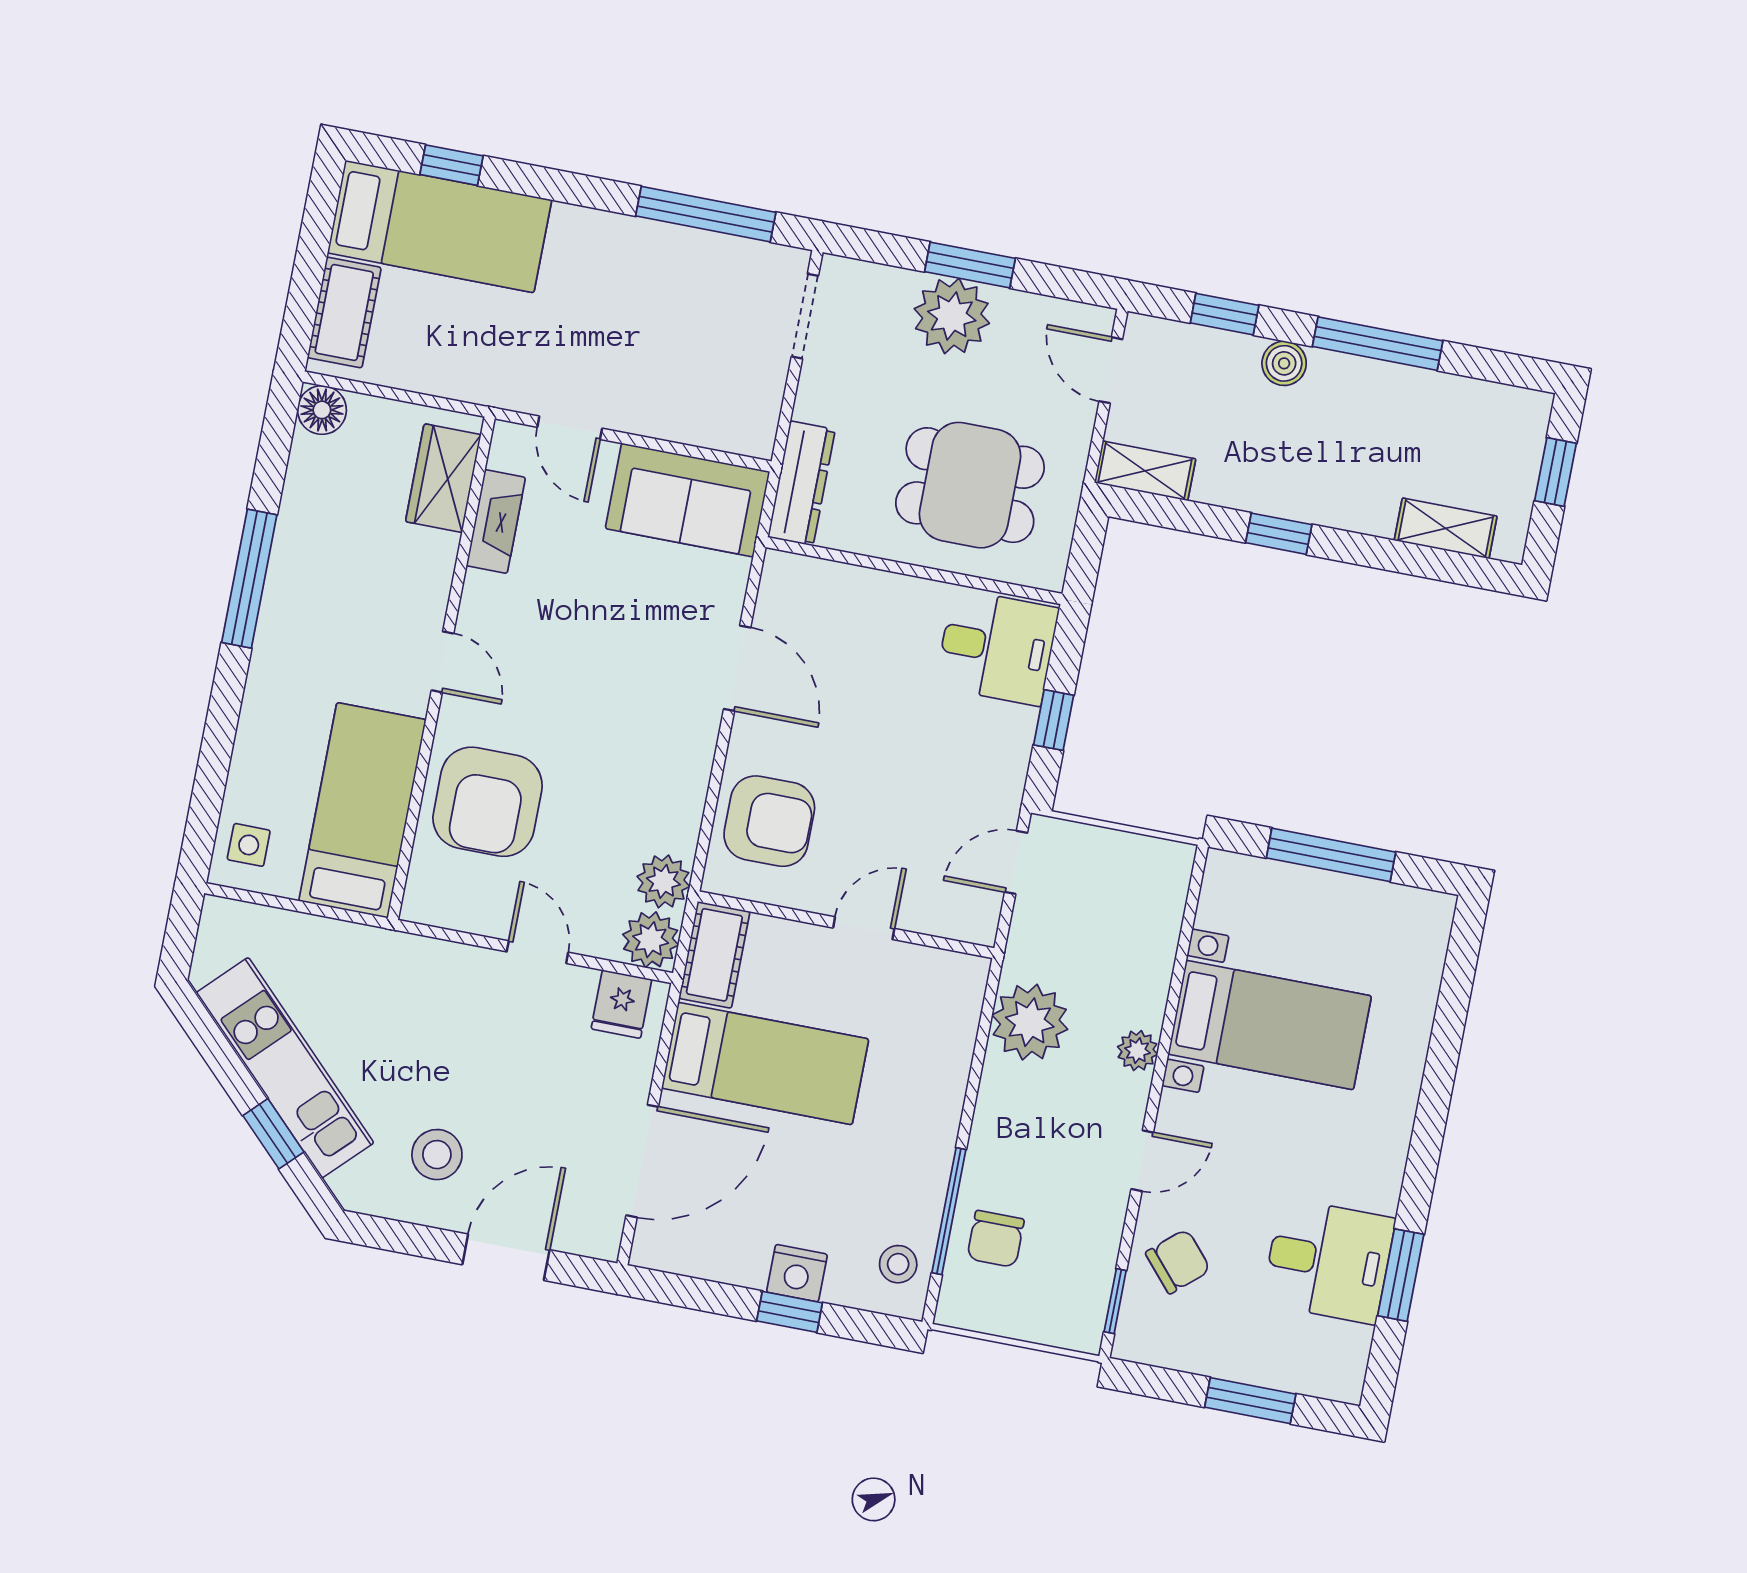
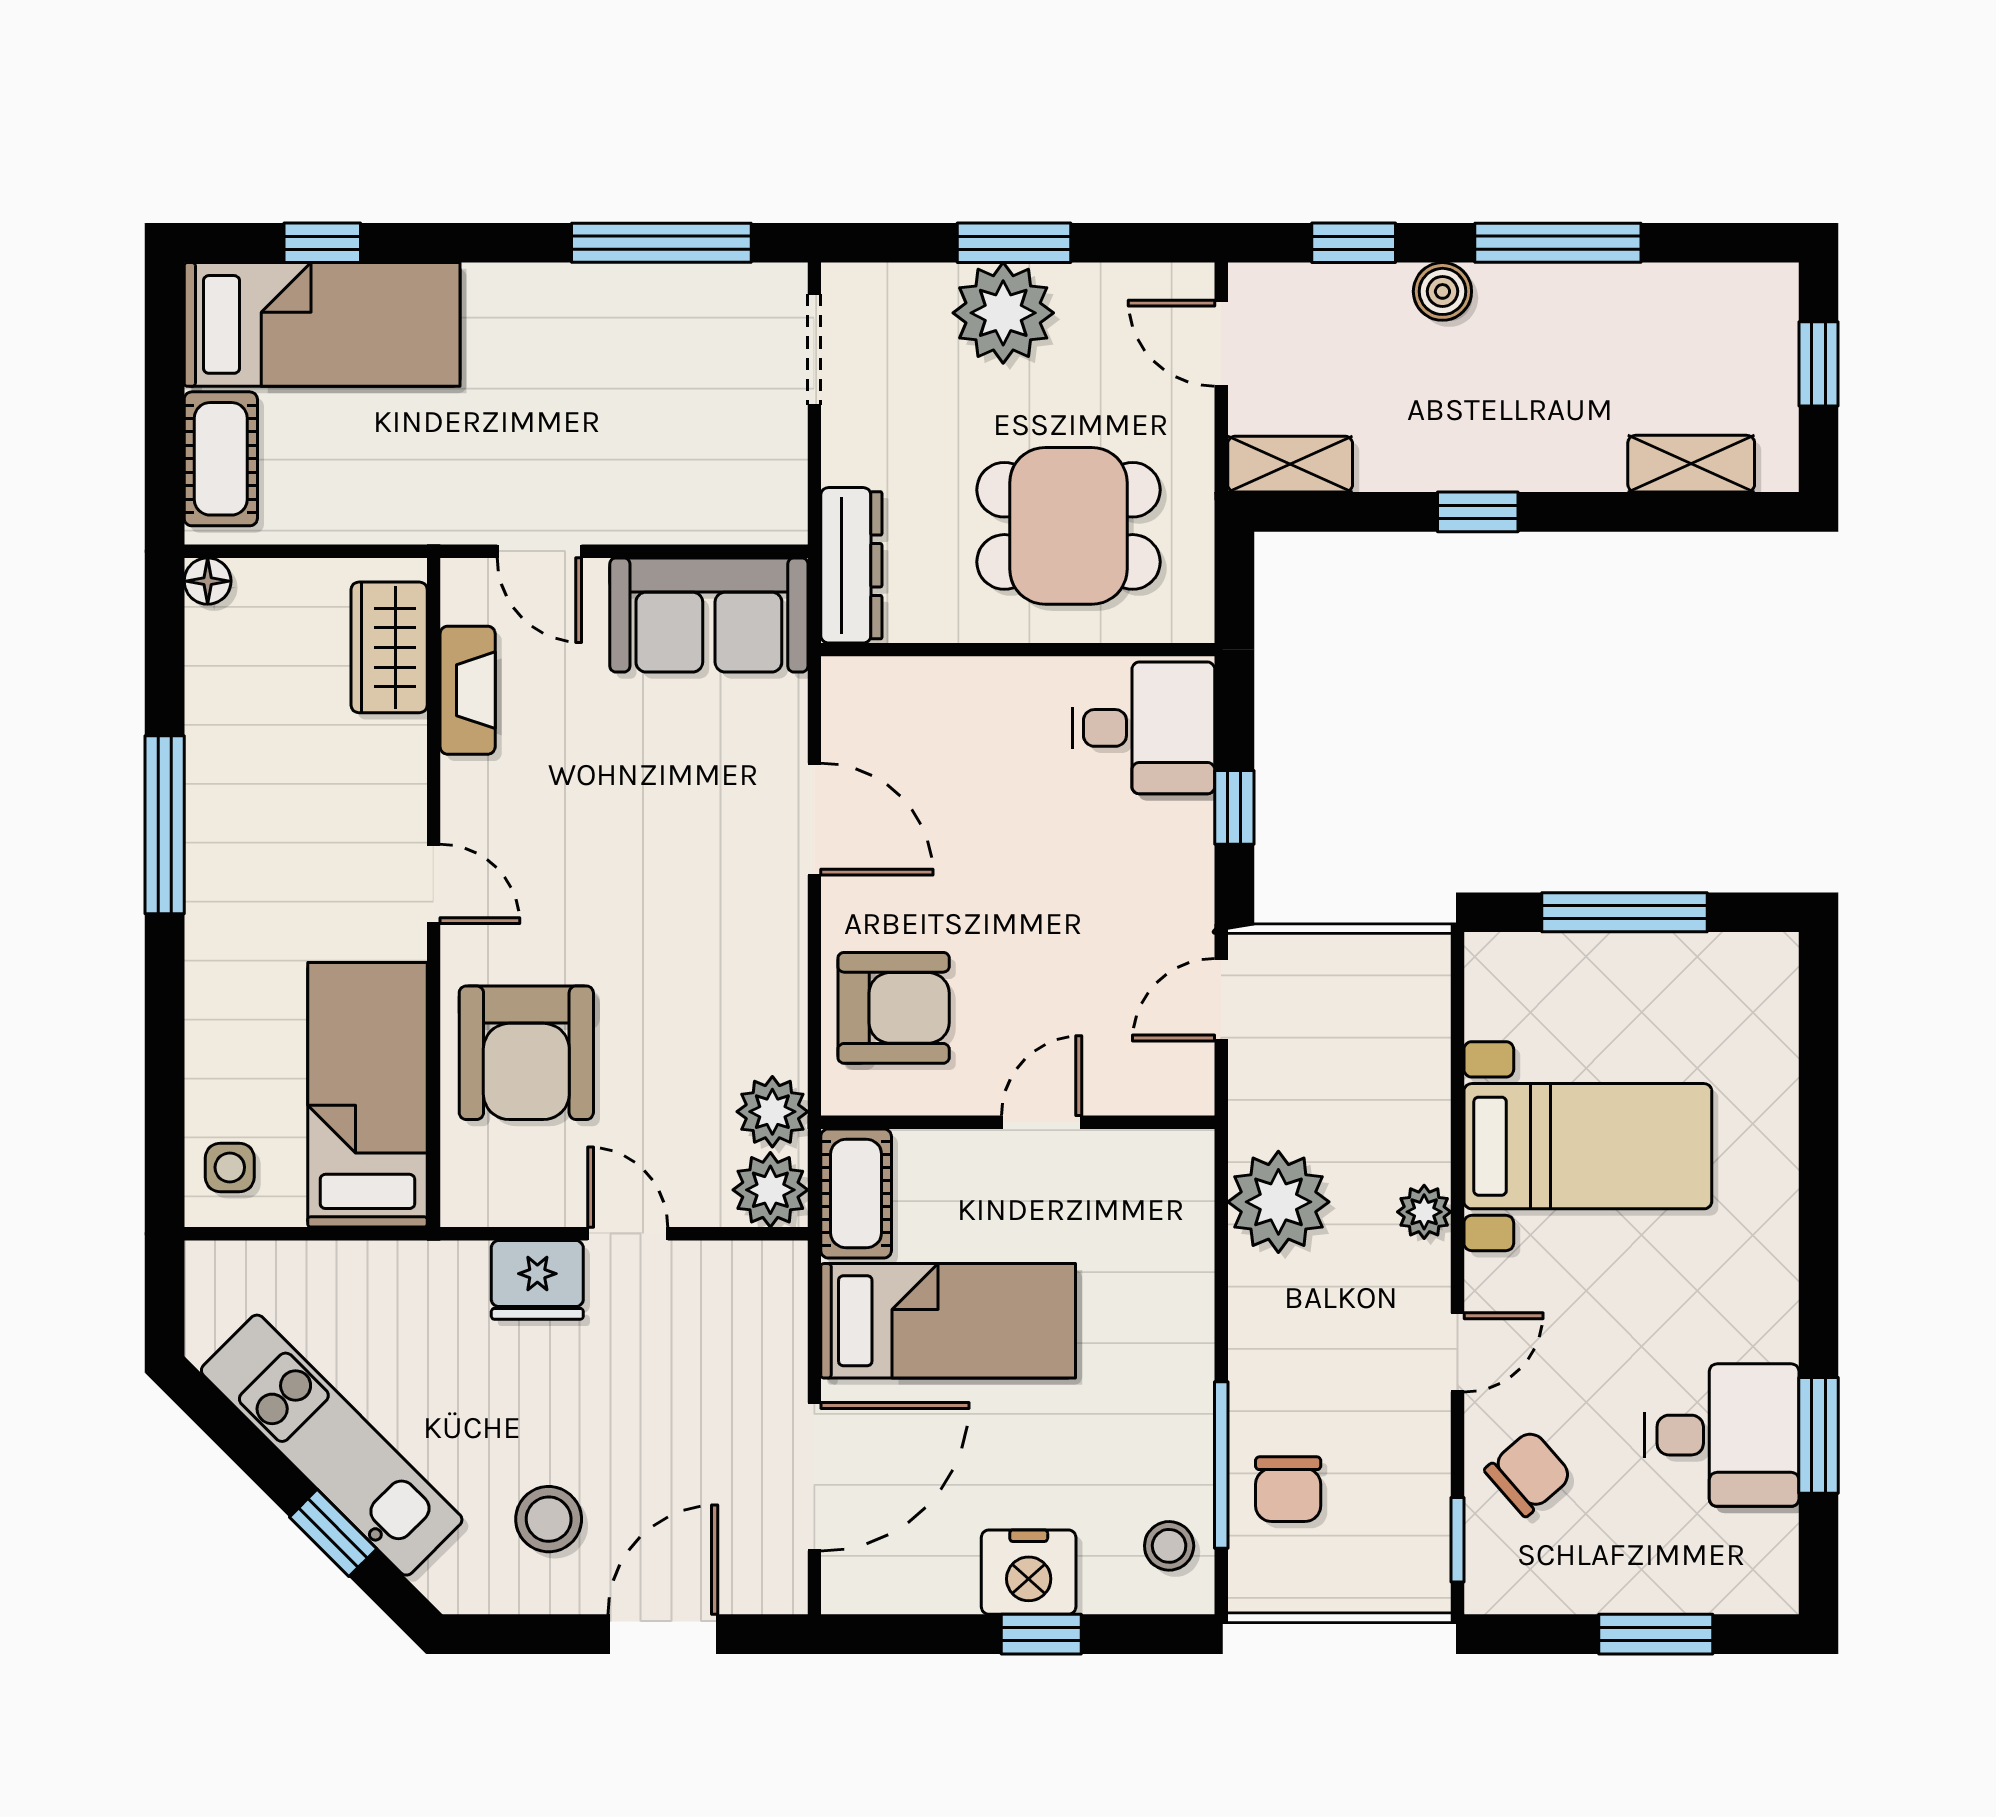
floor lamp: (322, 410) -> (208, 581), width x0.73, depth x0.73
fridge: (621, 1004) -> (537, 1280), moved, width x1.38
nightstand: (797, 1273) -> (1029, 1572), width x1.36, depth x1.33

